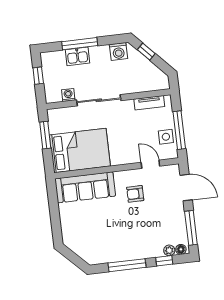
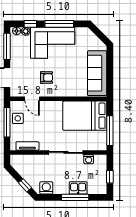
window: (45, 135) -> (110, 131), width x1.44
sofa: (85, 187) -> (97, 73), moved, turned -90
corner sofa: (133, 240) -> (53, 43), added

